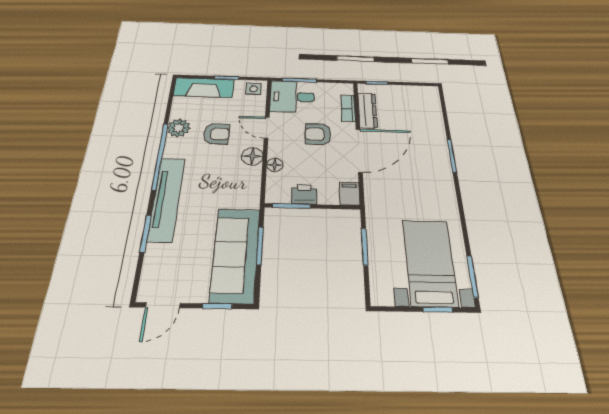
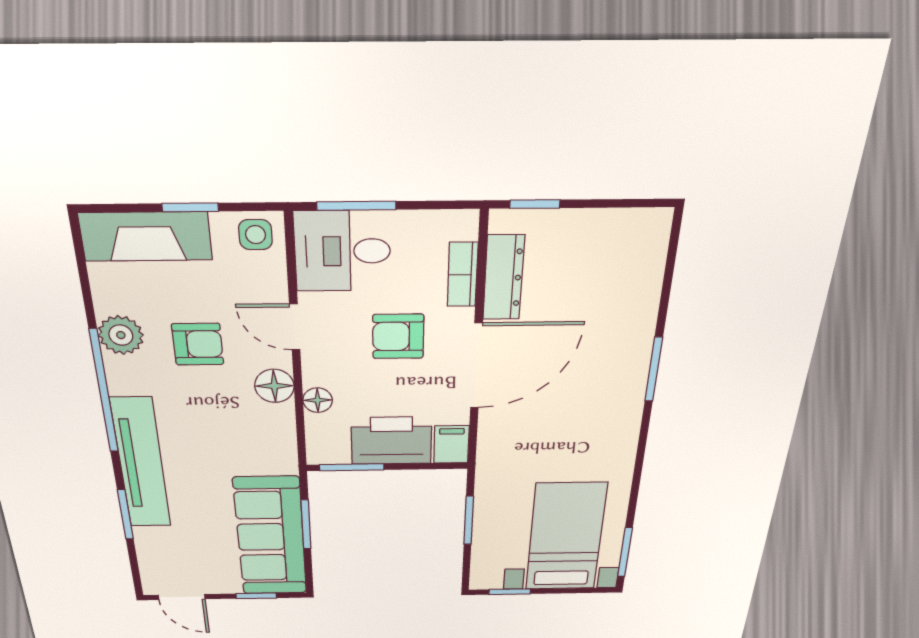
printer: (304, 194) -> (391, 441), width x1.87, depth x1.48
door: (163, 305) -> (182, 597), hinge flipped
window: (438, 310) -> (510, 592), moved

